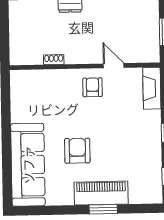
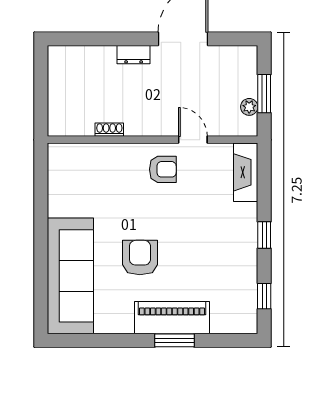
plant: (153, 41) -> (249, 107), added
armchair: (93, 87) -> (163, 169), turned 90

